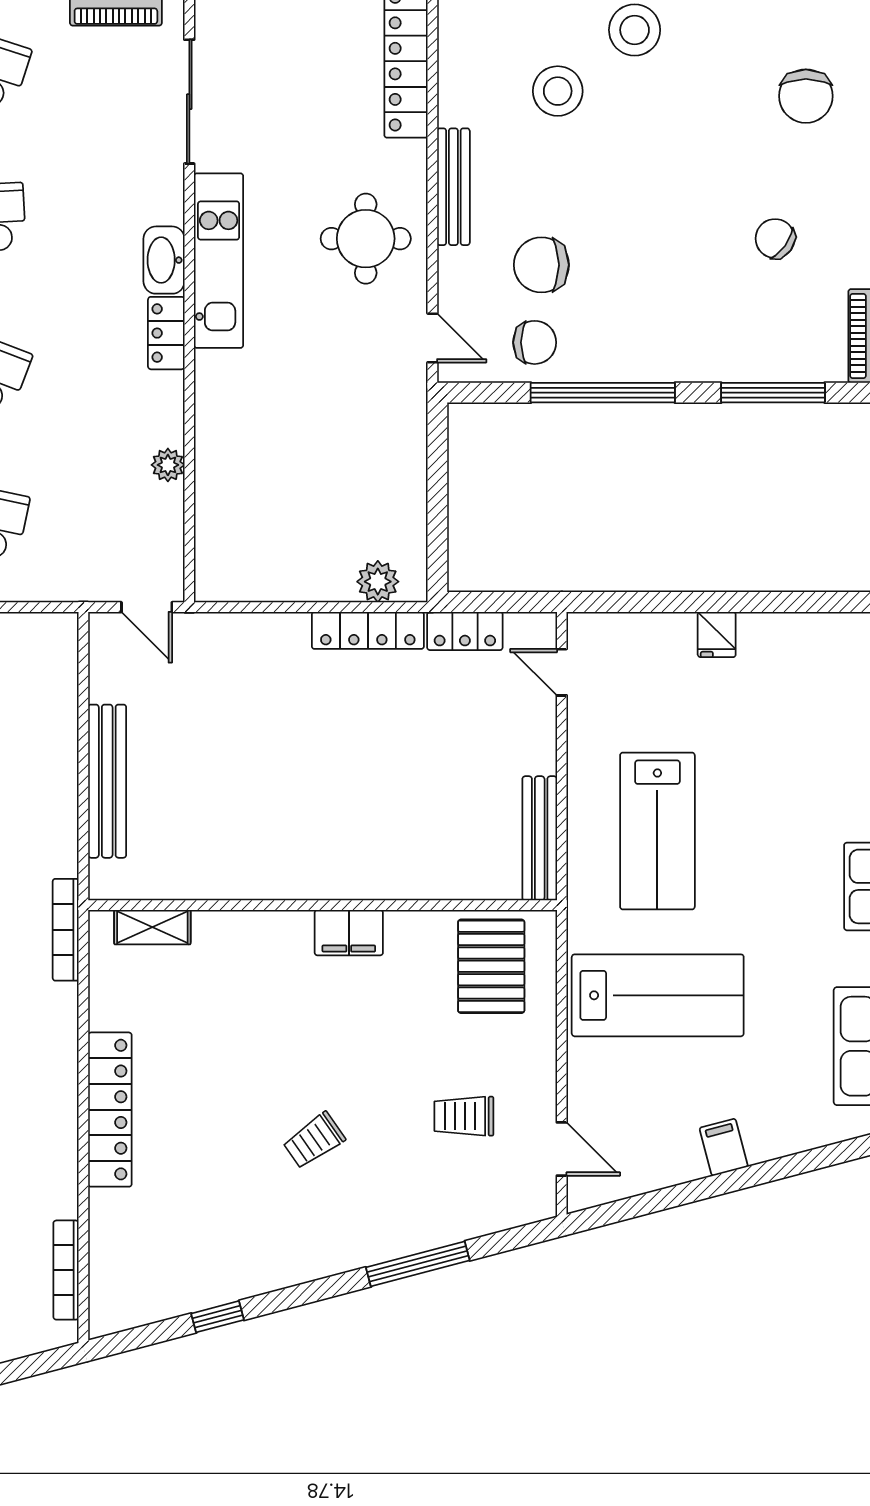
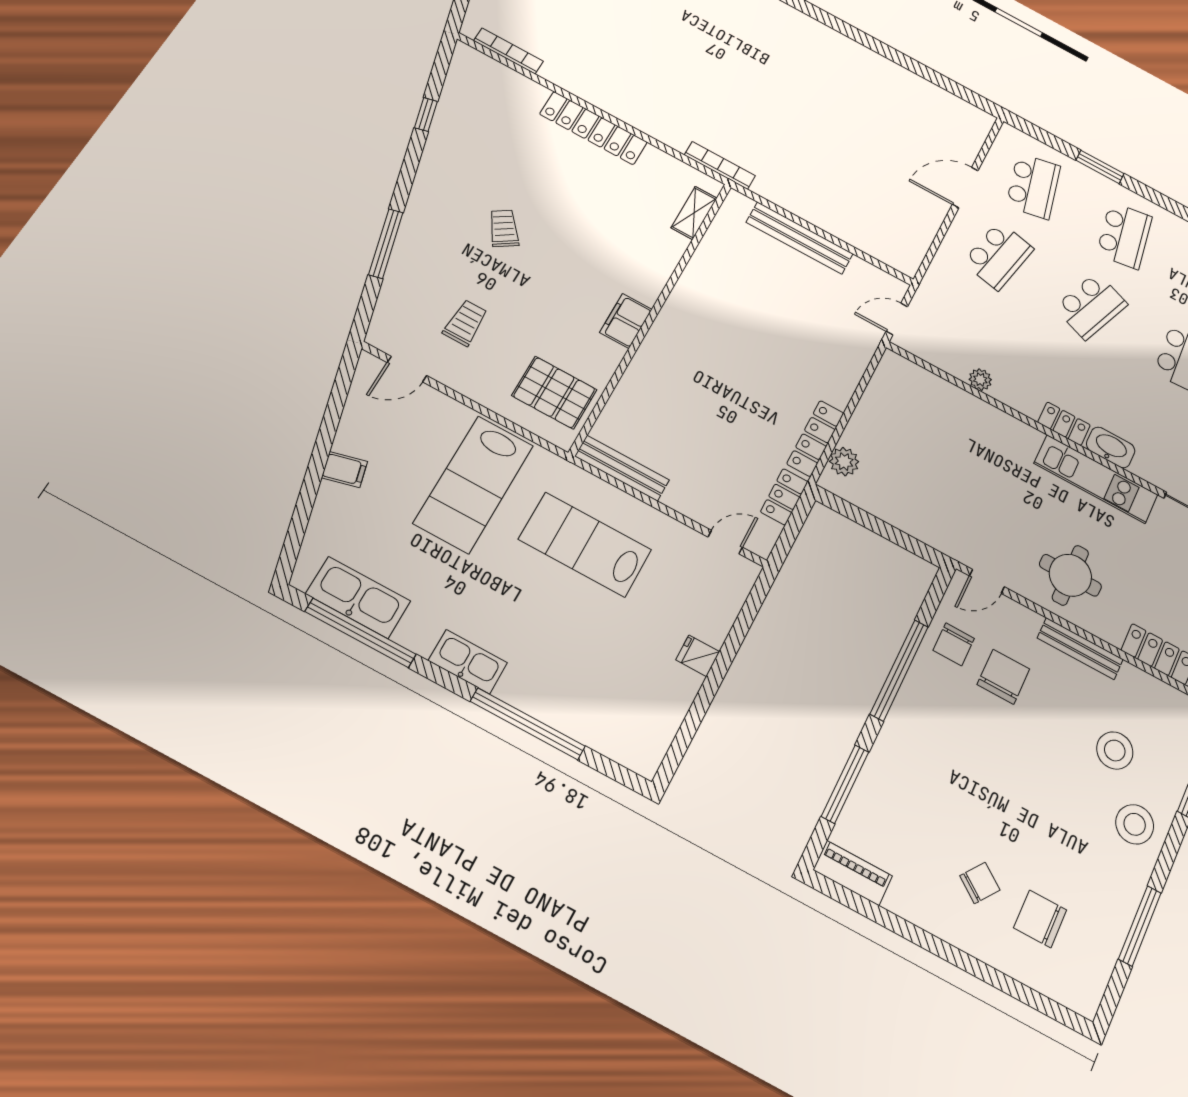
chair: (775, 239) -> (980, 883), moved

